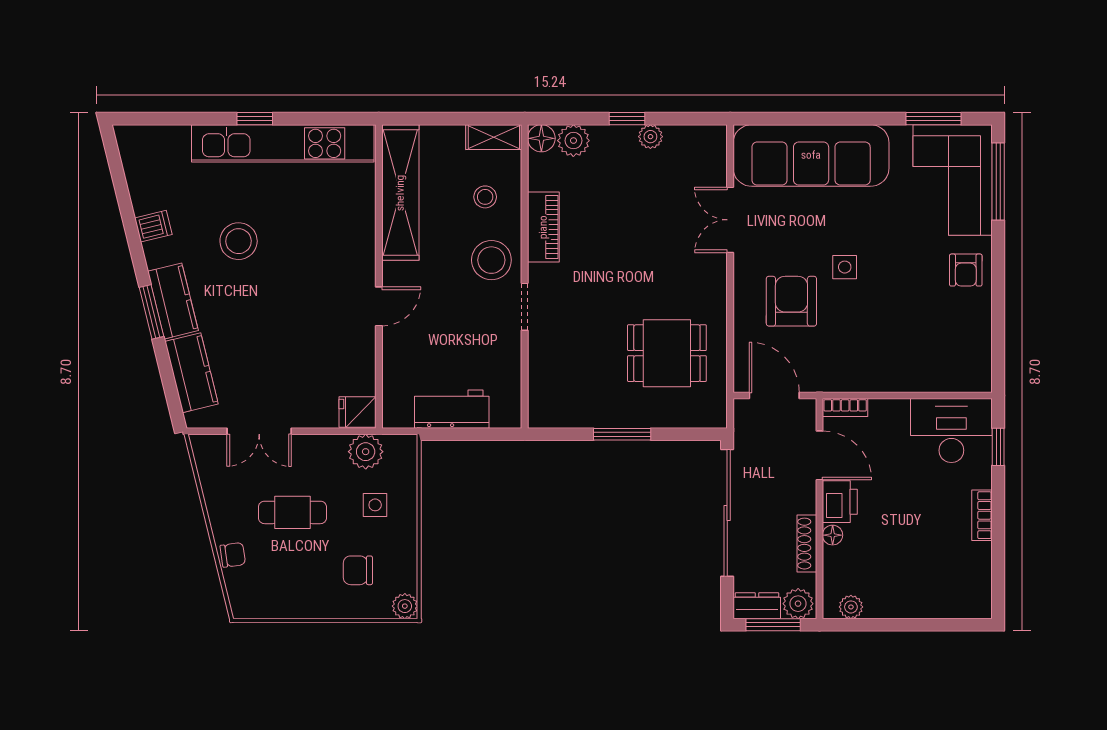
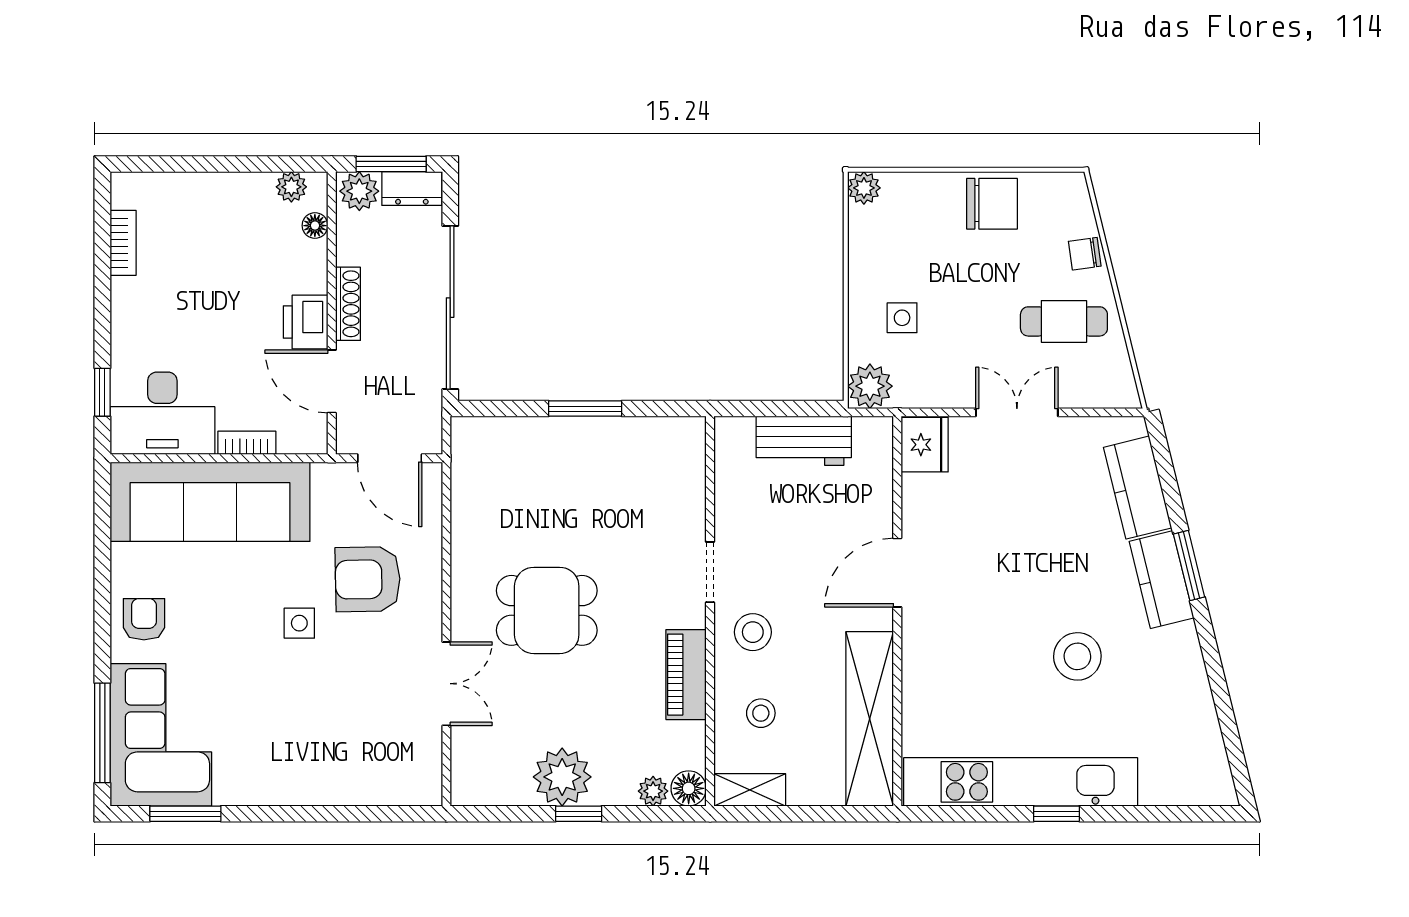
plant: (650, 137) -> (562, 777), width x1.87, depth x1.87
plant: (573, 141) -> (653, 791), width x0.73, depth x0.73
sofa: (811, 155) -> (210, 502), moved, turned 180
dishwasher: (153, 226) -> (1187, 676), removed
stool: (491, 260) -> (753, 632), width x0.73, depth x0.73
armchair: (791, 301) -> (368, 579), turned 89
door: (379, 306) -> (897, 573), width x1.38
dining table: (667, 353) -> (547, 610), moved
bookcase: (845, 408) -> (247, 443), moved
fridge: (358, 412) -> (925, 445), width x1.38
double door: (259, 431) -> (1017, 412), moved
plant: (366, 452) -> (870, 386), moved
cafe table: (292, 512) -> (1064, 321), moved
bookcase: (982, 515) -> (123, 243), moved
floor lamp: (833, 535) -> (315, 226), moved
shoe rack: (807, 544) -> (348, 304), moved
chair: (358, 570) -> (992, 204), moved, width x1.37, depth x1.37

